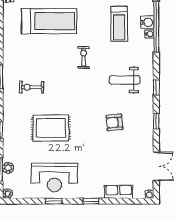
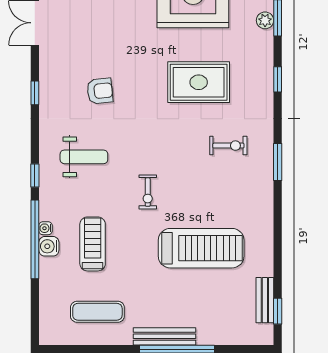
treadmill: (49, 21) -> (201, 248), turned 180
window: (156, 87) -> (35, 175), moved

